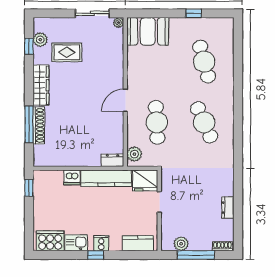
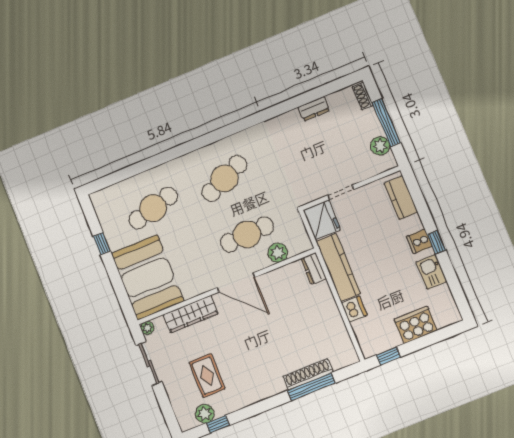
booth: (148, 31) -> (147, 277), width x1.36, depth x1.42
wardrobe: (41, 85) -> (191, 314), moved, turned 180
door: (125, 100) -> (236, 282), width x1.36
plant: (134, 154) -> (278, 253), moved
cooker: (50, 241) -> (416, 325), moved, turned 90

